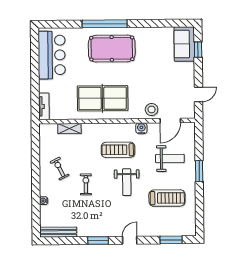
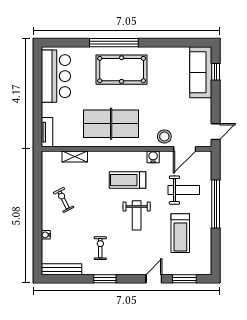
sofa: (184, 44) -> (201, 72), width x1.36
door: (198, 94) -> (216, 132), moved
window: (199, 171) -> (216, 204), width x2.11
exercise bike: (86, 184) -> (100, 248), moved
treadmill: (167, 198) -> (180, 233), turned 90
door: (130, 240) -> (154, 279), moved

